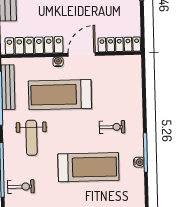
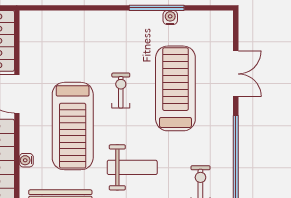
water cooler: (58, 62) -> (26, 160), moved
exercise bike: (112, 127) -> (121, 90), moved

